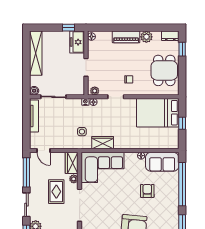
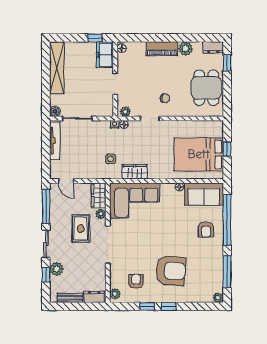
bed: (158, 113) -> (199, 154), moved
armchair: (147, 191) -> (206, 229), moved, turned 180

